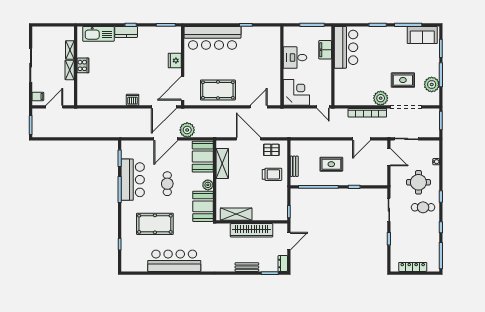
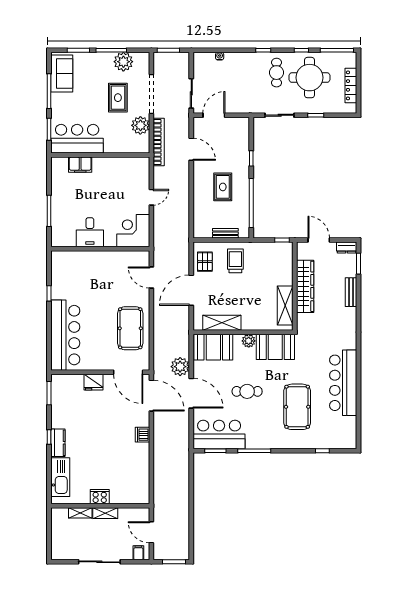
bar counter: (346, 47) -> (77, 139), moved
filing cabinet: (325, 50) -> (80, 165), moved
wall: (333, 66) -> (100, 155), moved
bar counter: (133, 180) -> (219, 435), moved
round table: (418, 182) -> (309, 78), moved, width x1.36, depth x1.36

